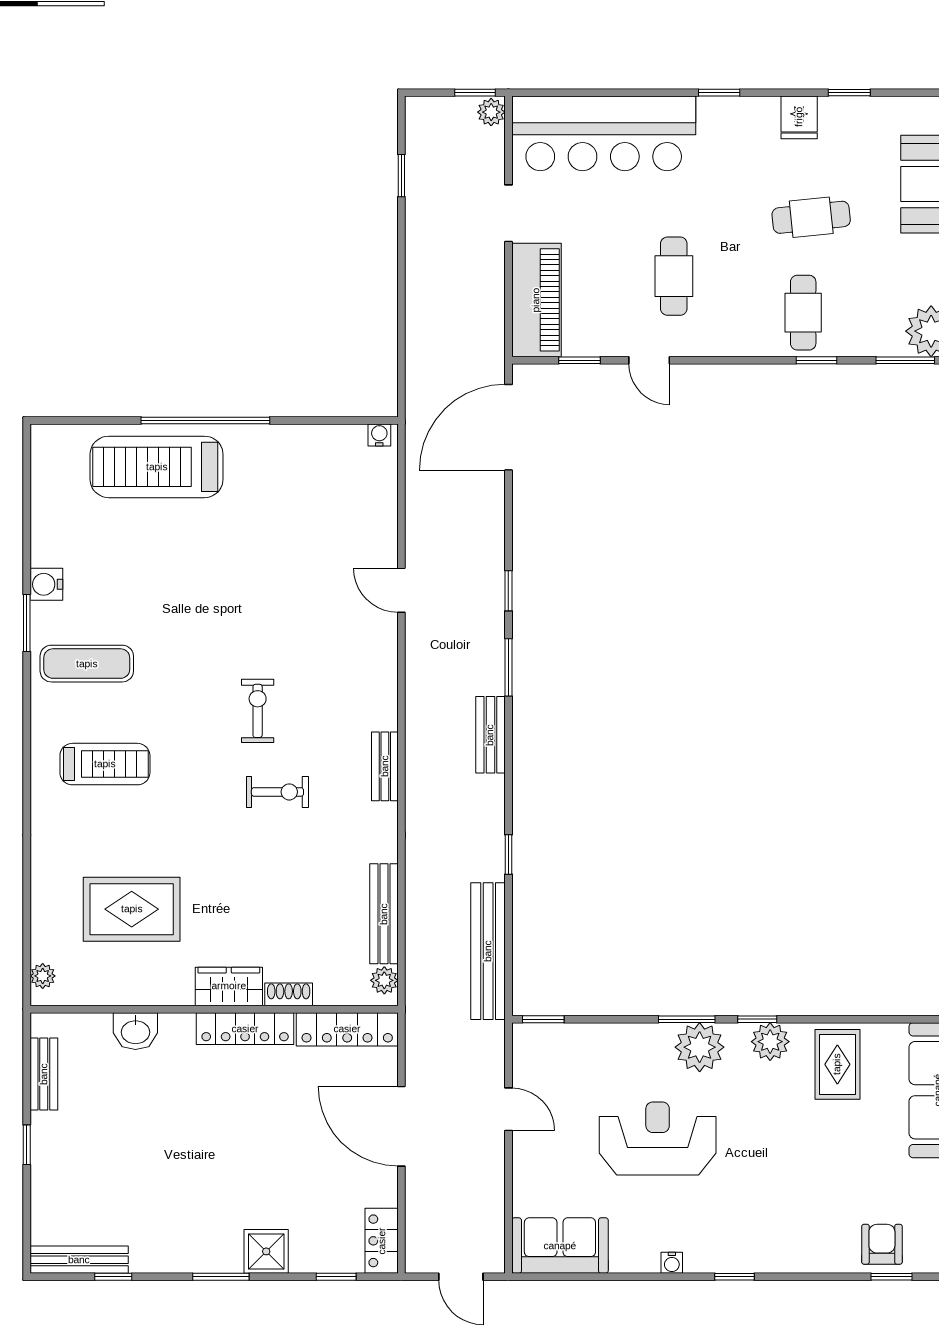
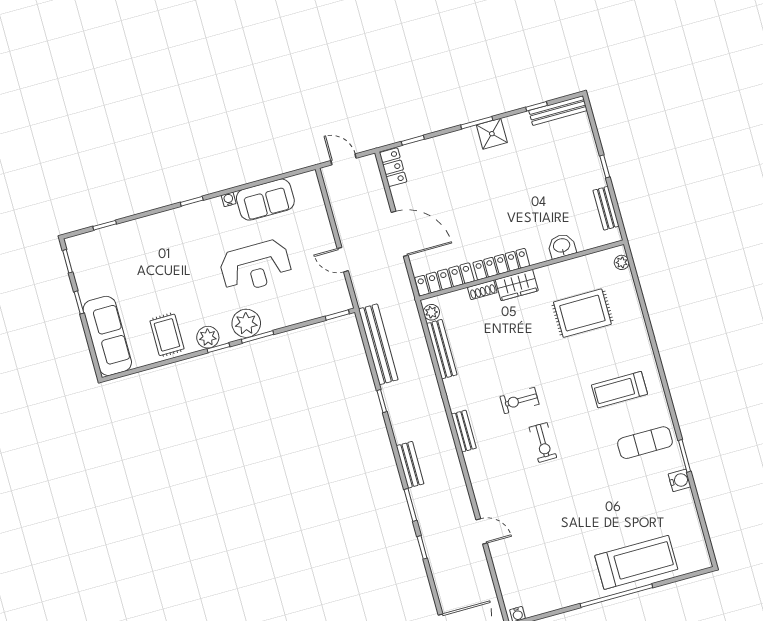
armchair: (882, 1244) -> (115, 242), removed
sofa: (560, 1246) -> (265, 200), moved
shower: (266, 1251) -> (492, 134), moved

